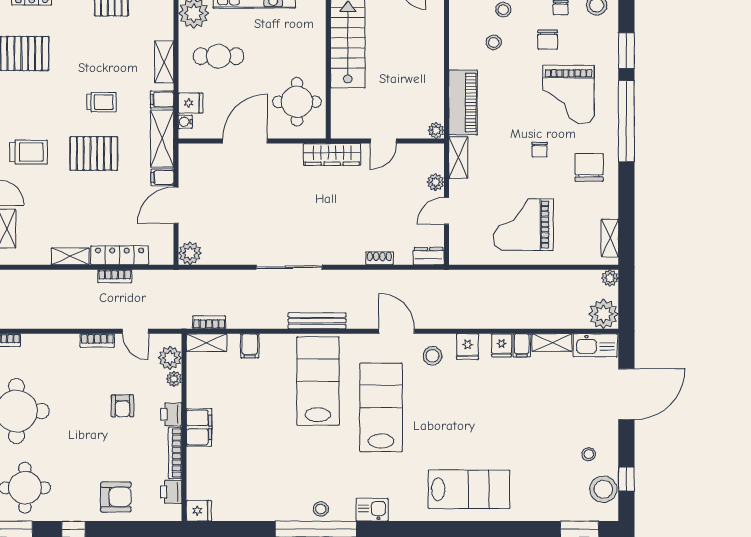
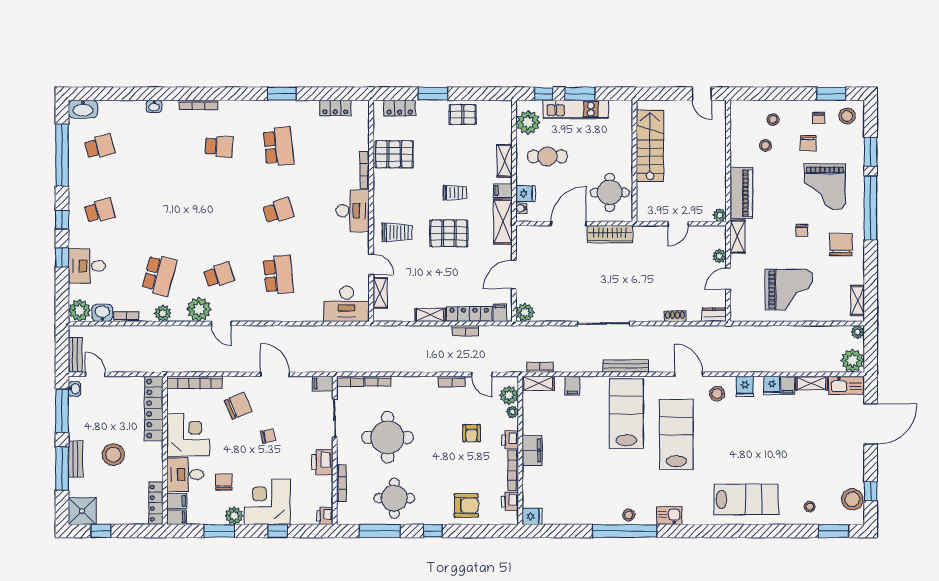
wardrobe: (332, 154) -> (610, 234), moved
filing cabinet: (162, 177) -> (500, 313), moved, turned 90
grand piano: (523, 225) -> (789, 290), turned 180
stool: (589, 454) -> (810, 507), moved

